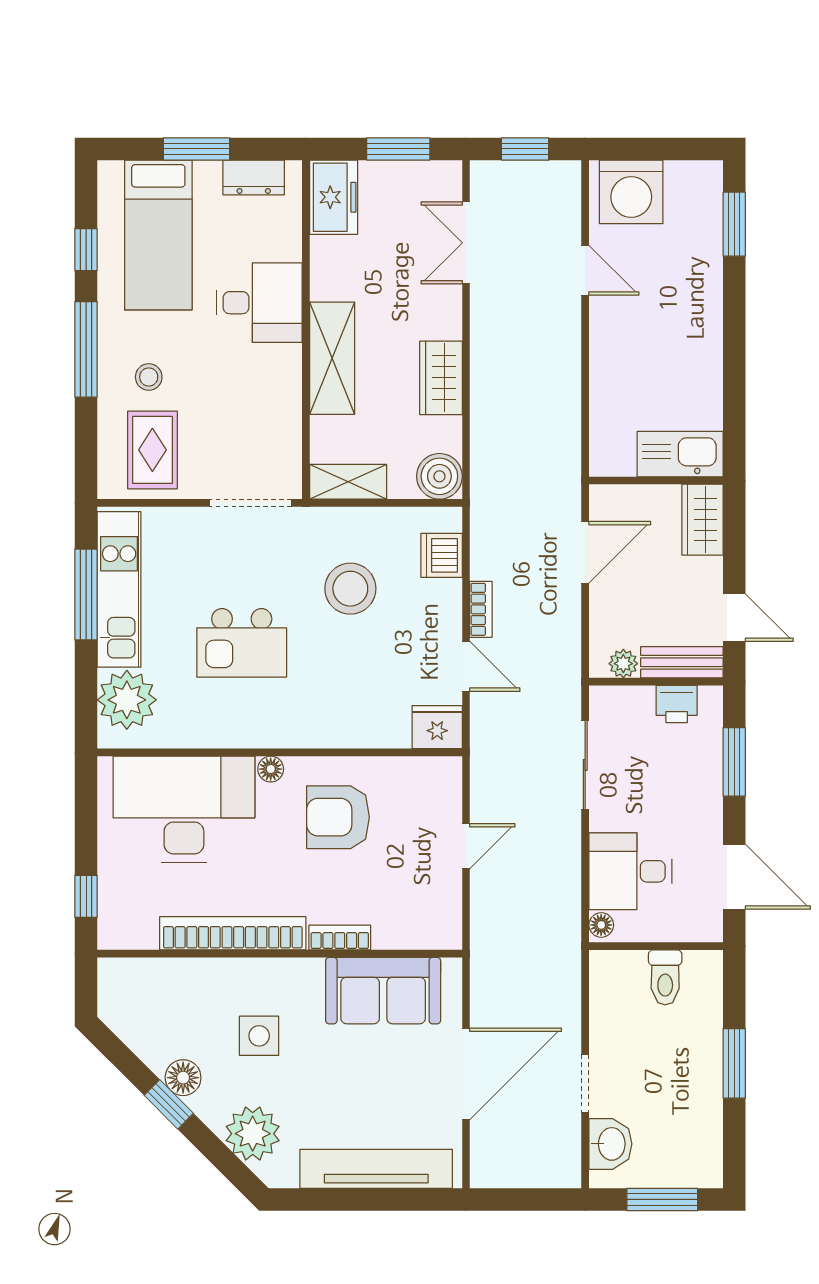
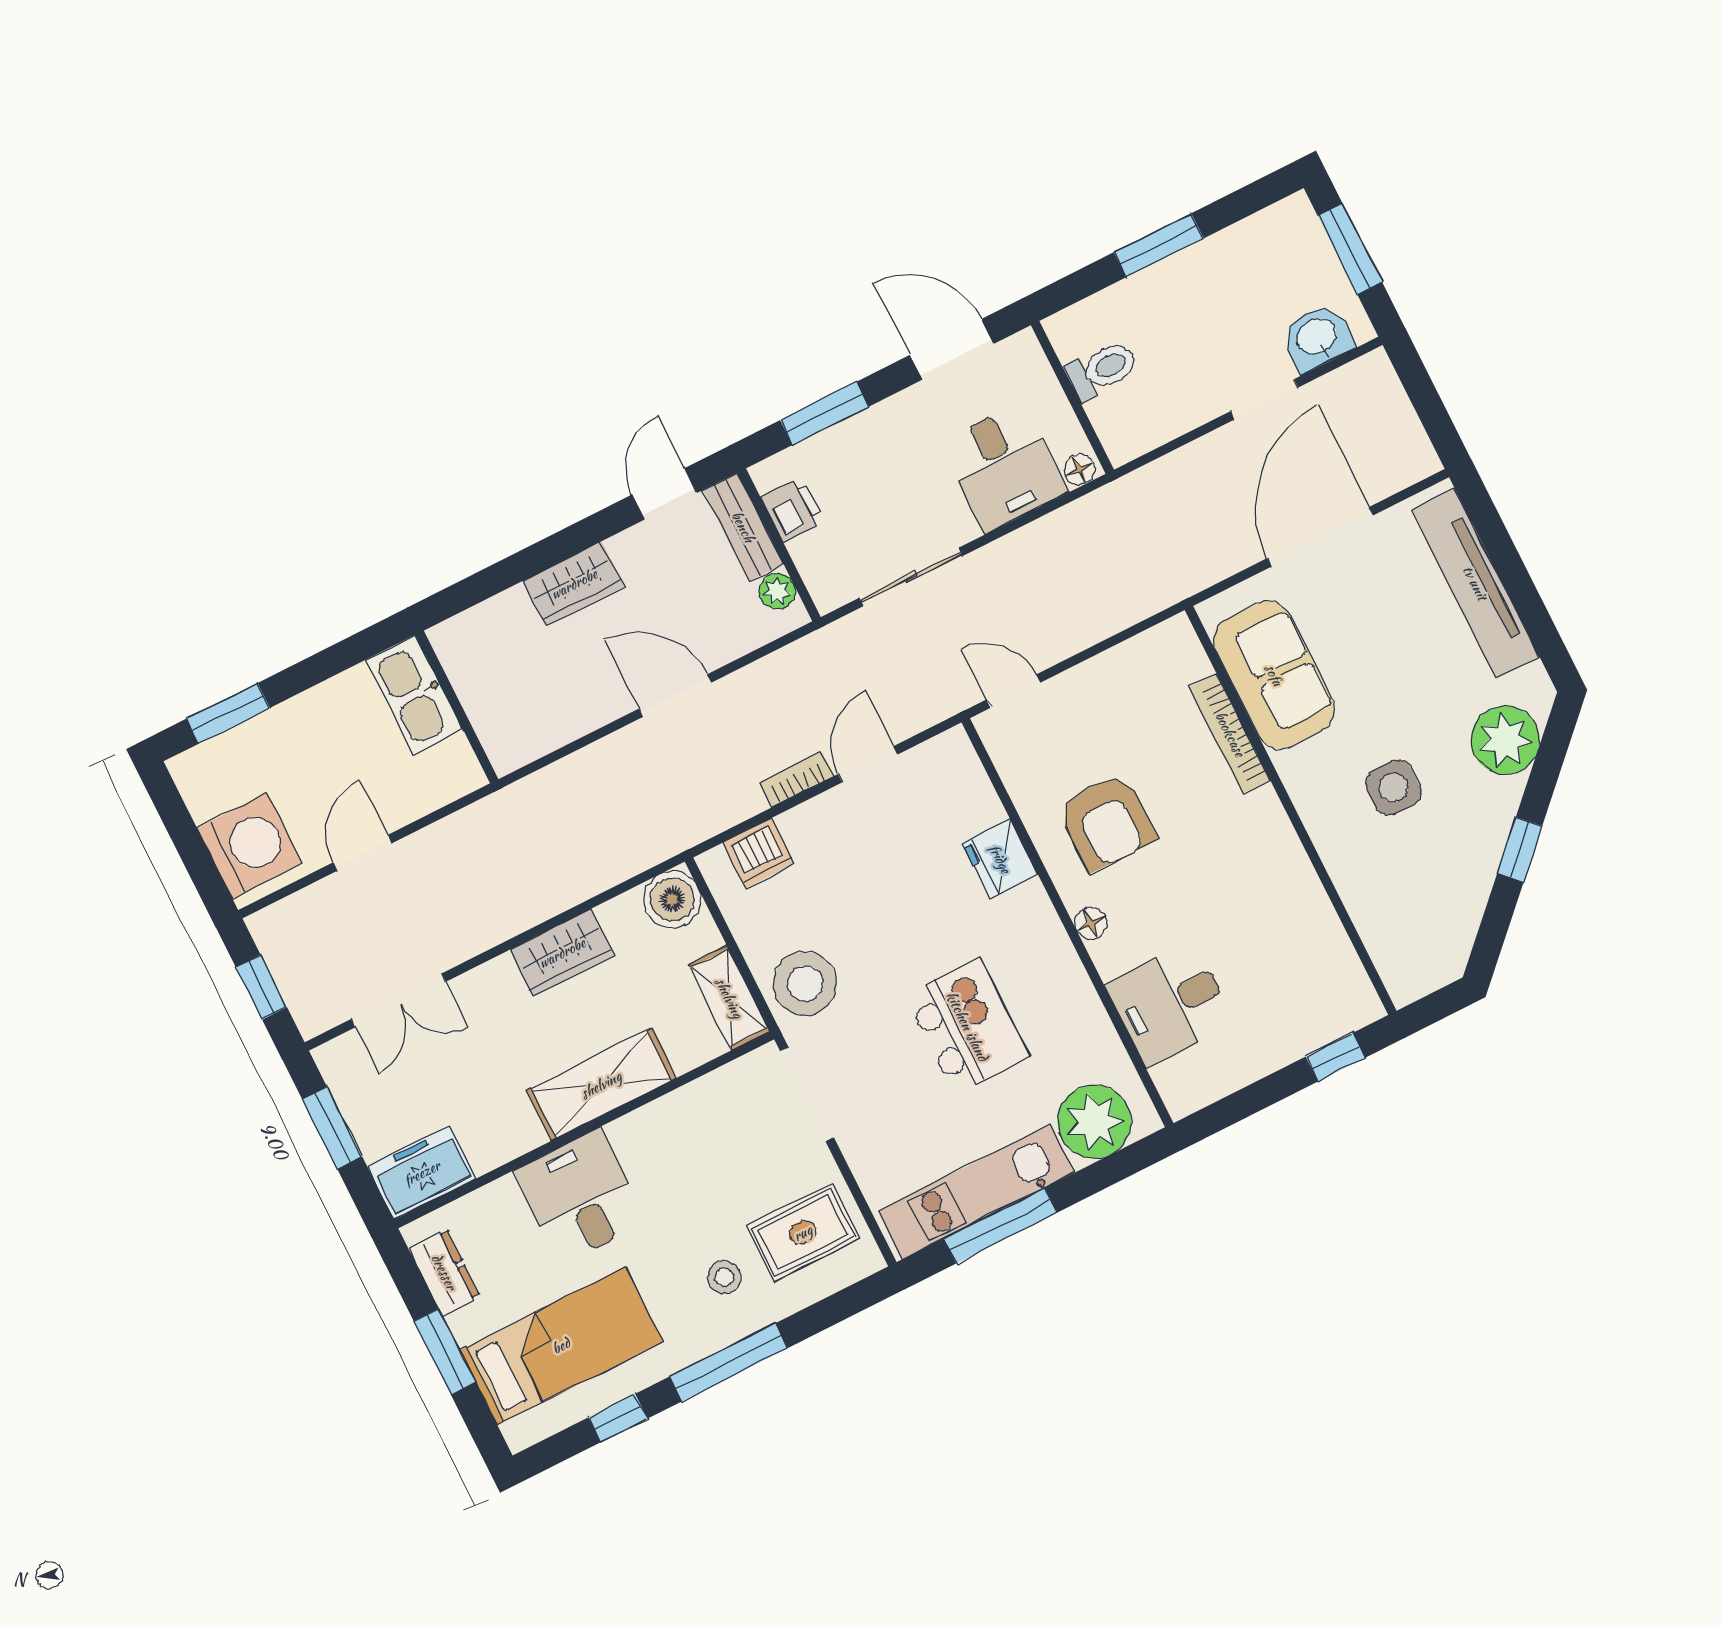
kitchen sink: (680, 454) -> (414, 695), moved
wall: (656, 481) -> (457, 707), moved
stool: (350, 589) -> (805, 984), moved
fridge: (437, 727) -> (1000, 859), moved
desk: (184, 809) -> (1170, 1004), width x0.53, depth x0.77
door: (466, 846) -> (1013, 691), moved
door: (734, 877) -> (952, 349), hinge flipped
bookcase: (233, 933) -> (1294, 874), removed
bookcase: (340, 938) -> (1230, 734), width x1.56
door: (466, 1074) -> (1320, 537), hinge flipped
floor lamp: (183, 1078) -> (1482, 848), removed

